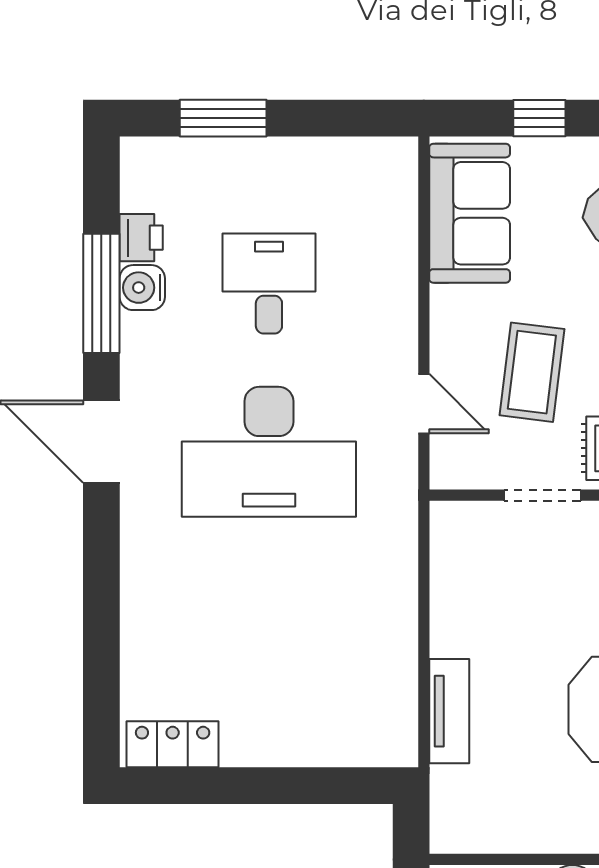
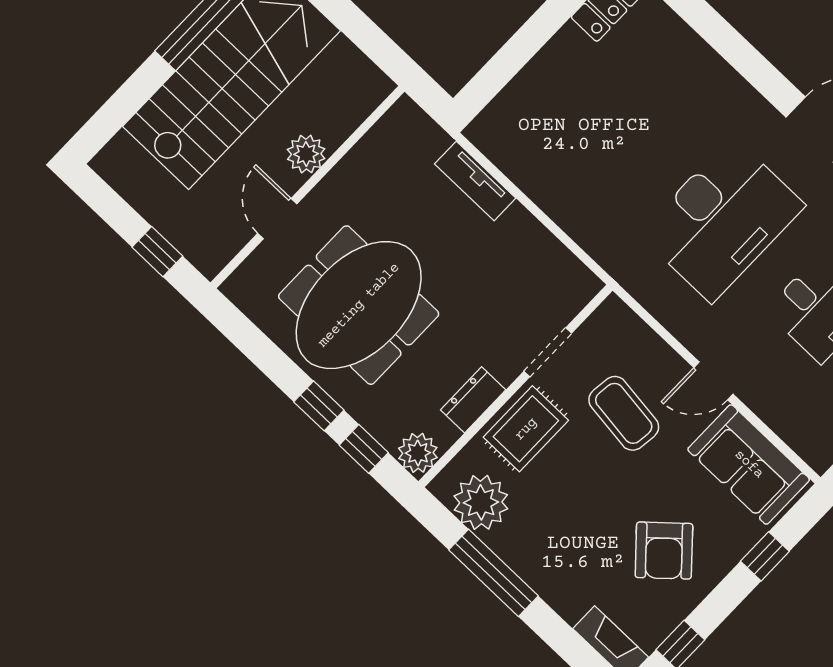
door: (424, 404) -> (713, 381), moved
desk: (269, 452) -> (722, 220), turned 180

